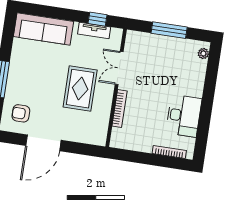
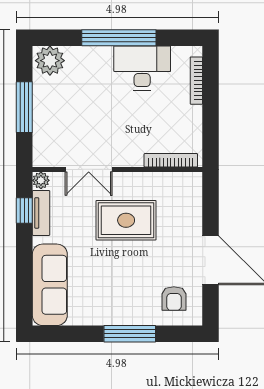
plant: (117, 34) -> (41, 180), added
plant: (203, 54) -> (50, 61), width x1.88, depth x1.88
window: (207, 103) -> (119, 38), added
bookcase: (120, 109) -> (171, 160), moved

